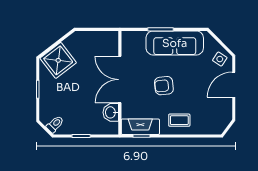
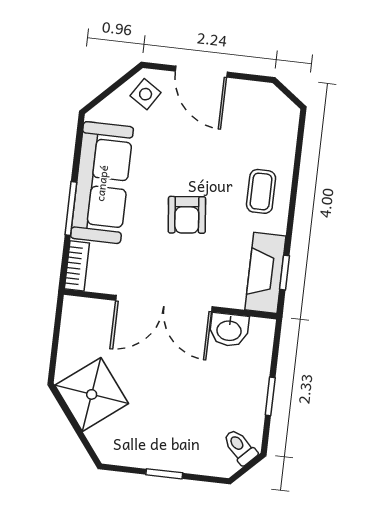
bookcase: (133, 36) -> (77, 266), added
shower: (58, 60) -> (92, 394), moved

